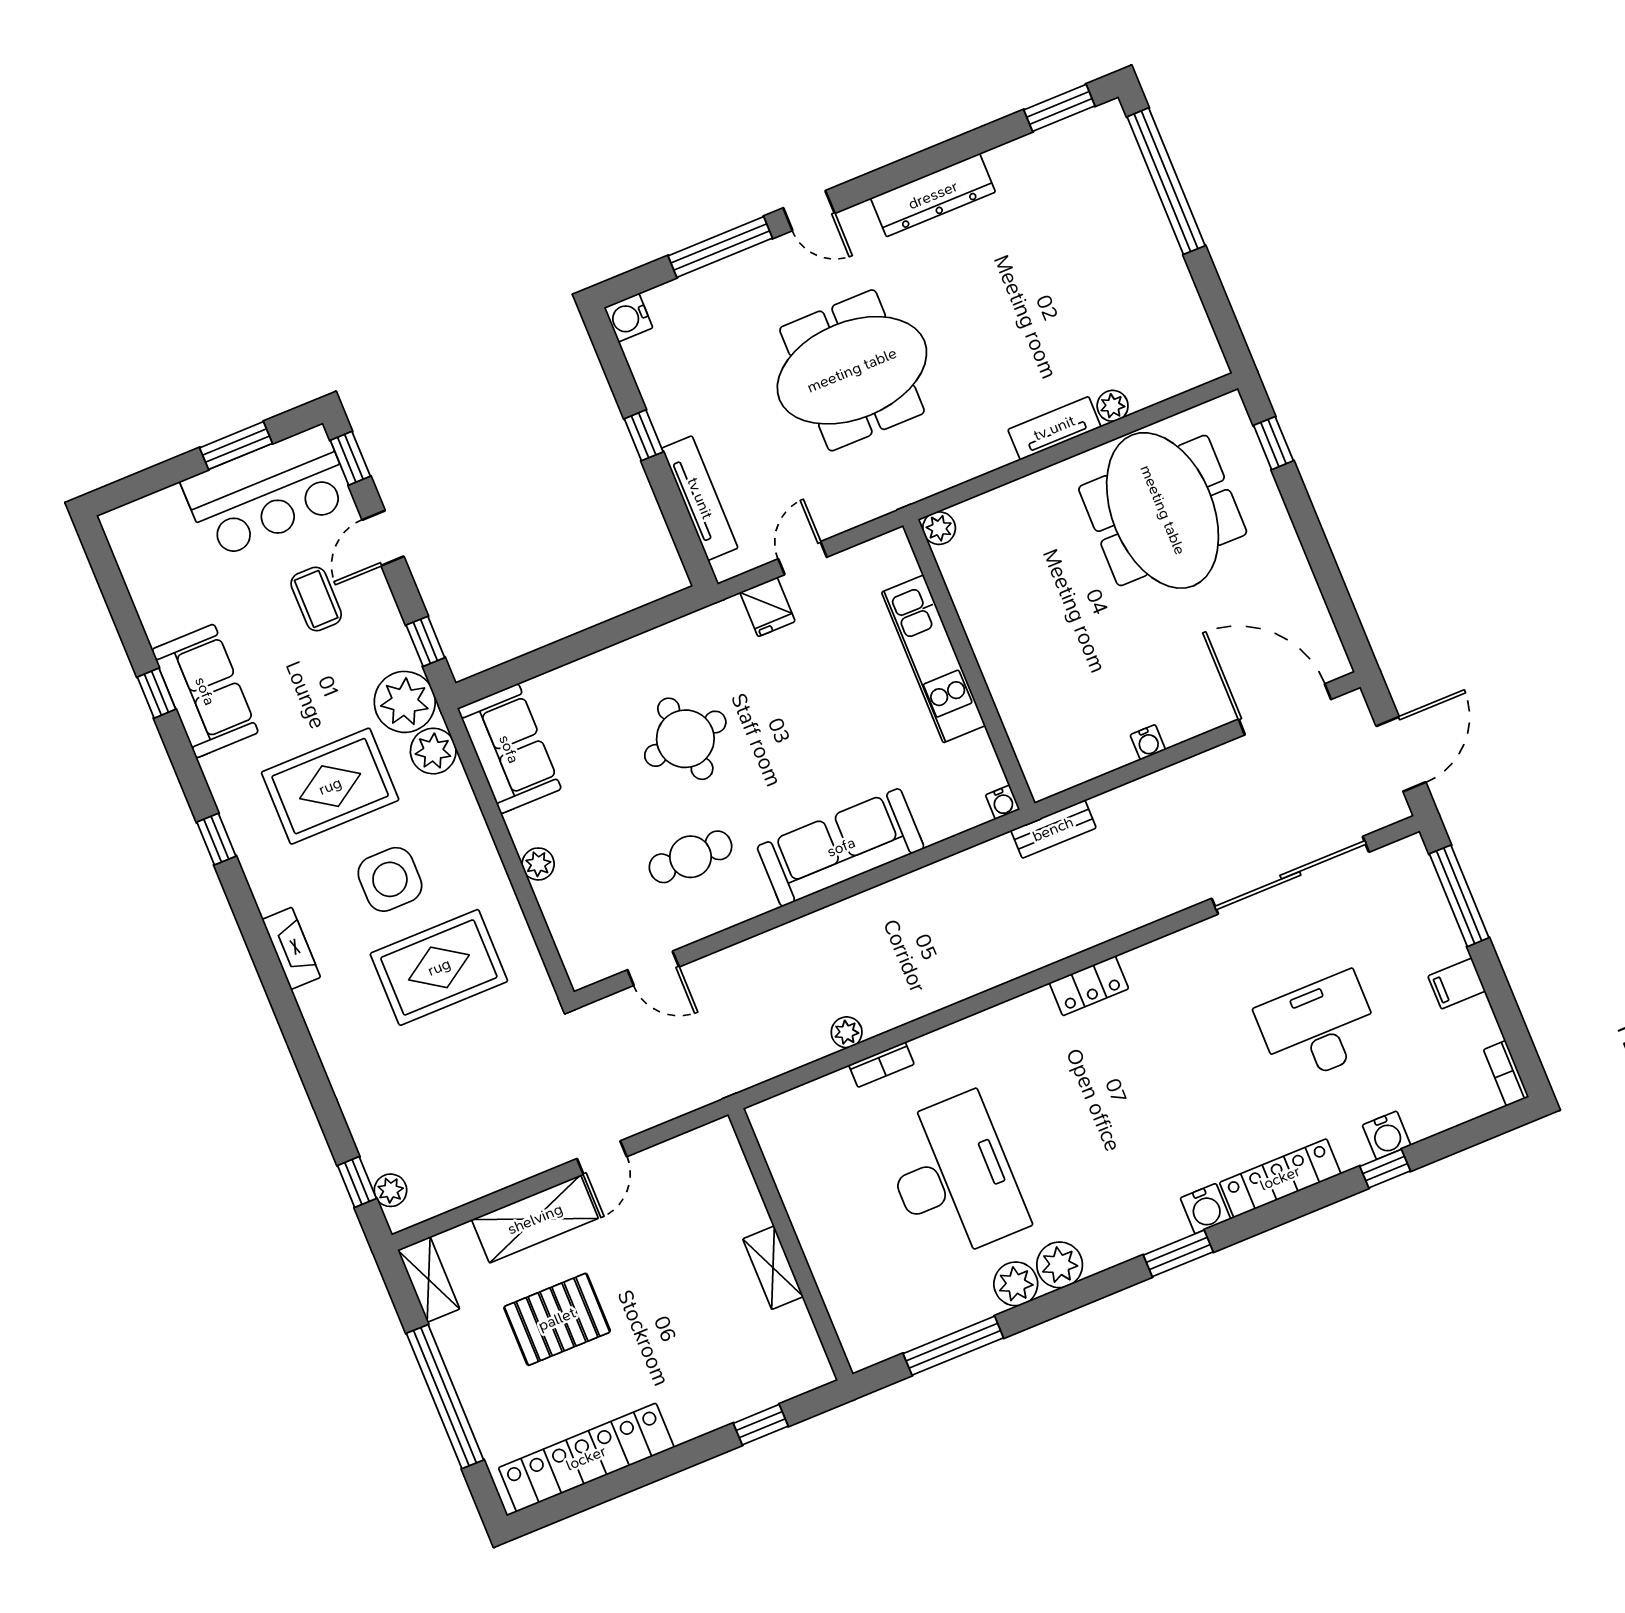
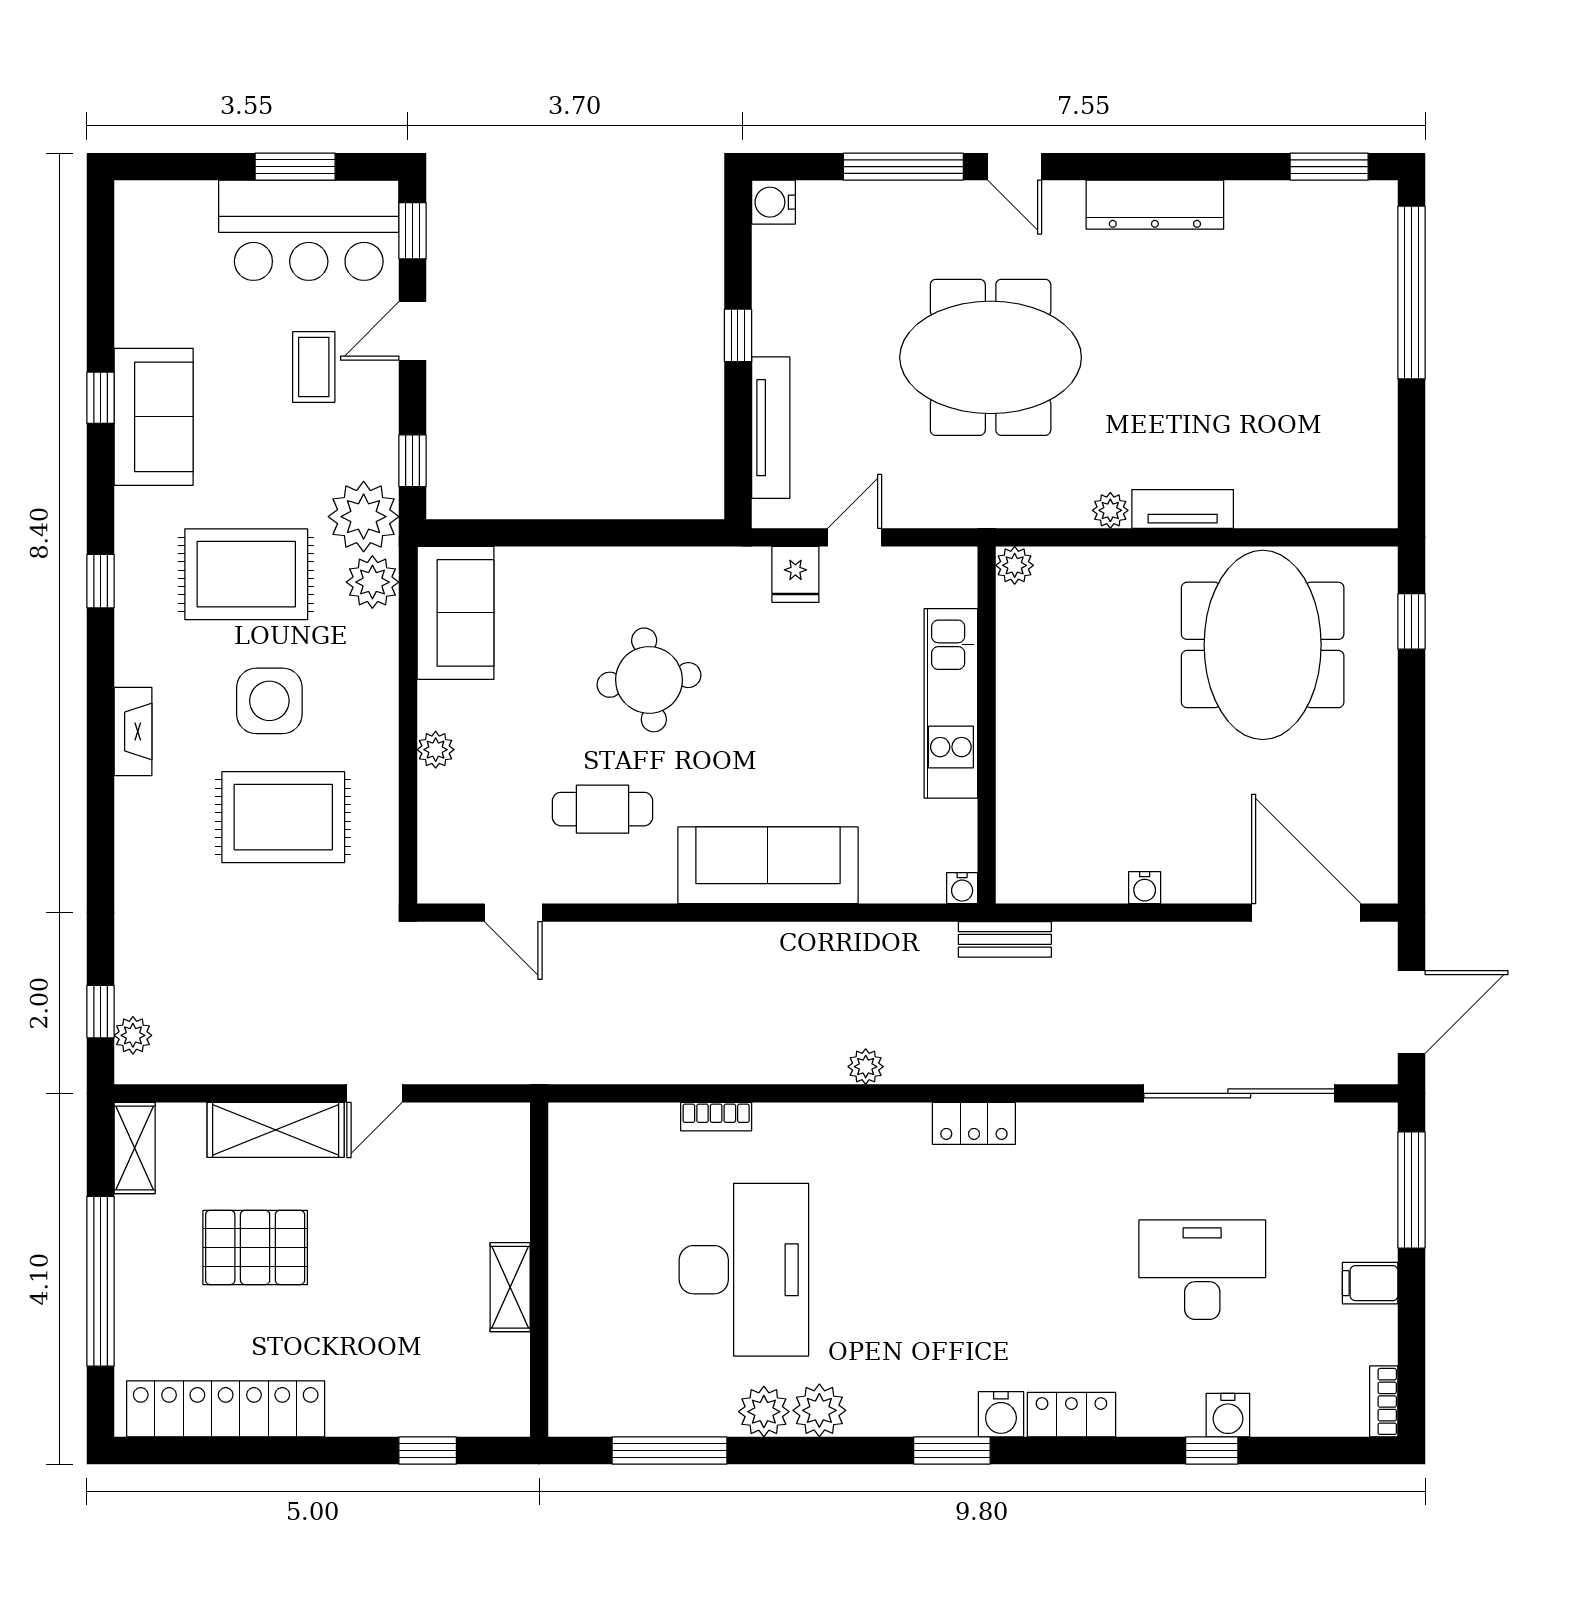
plant: (1113, 406) -> (1110, 510), moved
plant: (847, 1032) -> (866, 1067), moved
locker: (1280, 1178) -> (1071, 1415), width x0.66

